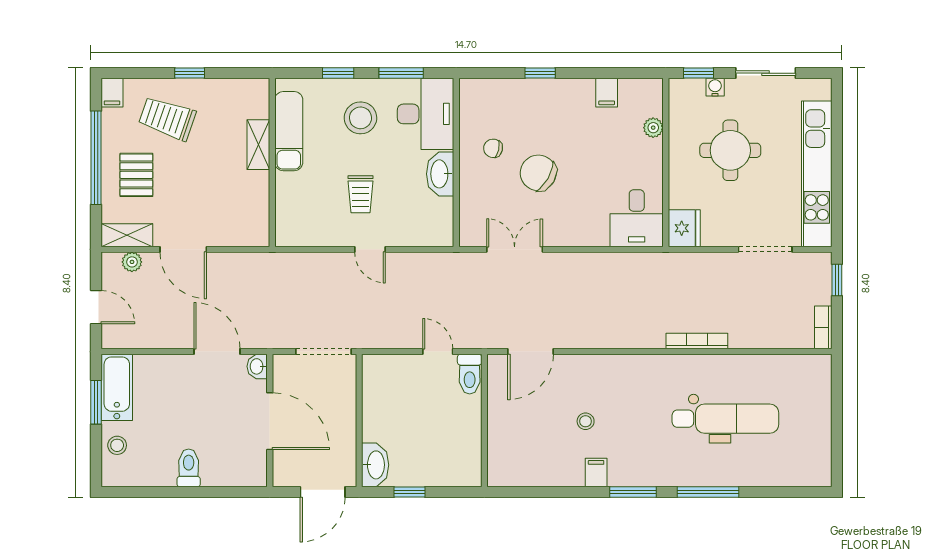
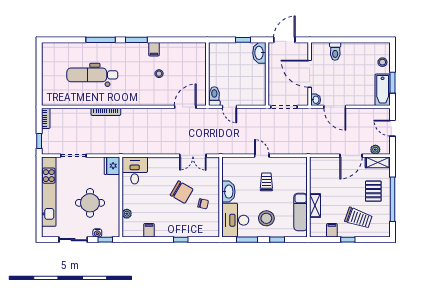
filing cabinet: (112, 93) -> (332, 230), moved
door: (183, 249) -> (351, 156), swing flipped
toilet: (189, 468) -> (335, 51), moved

